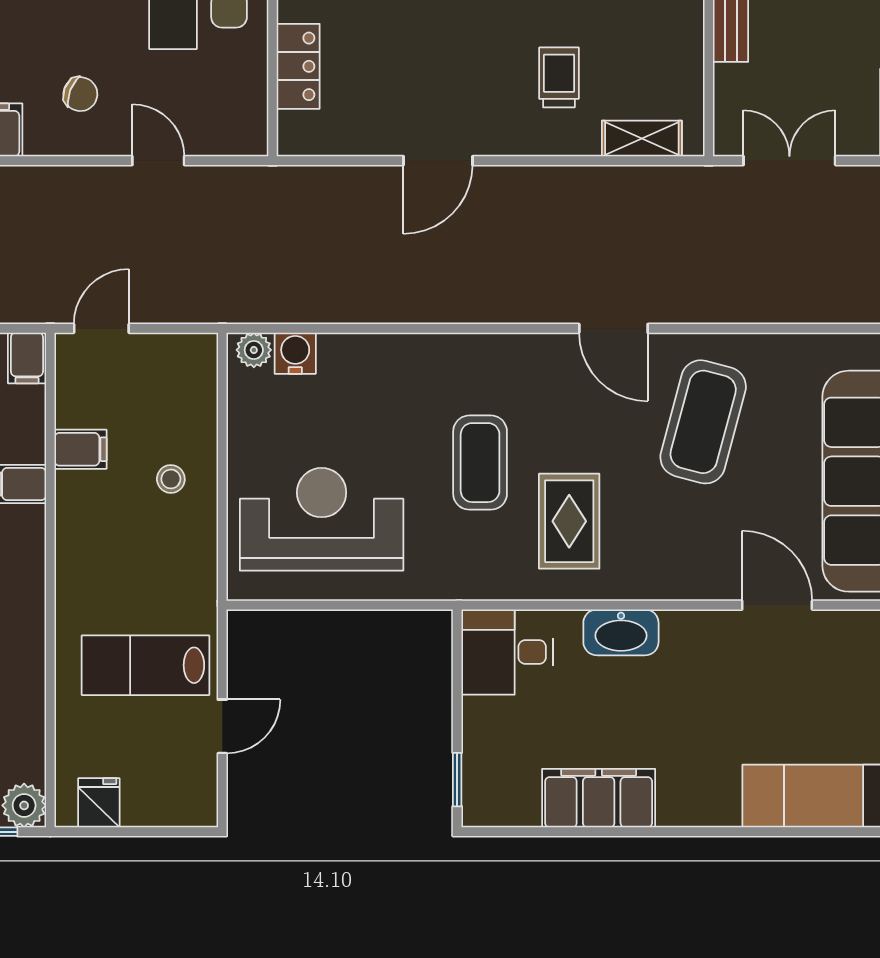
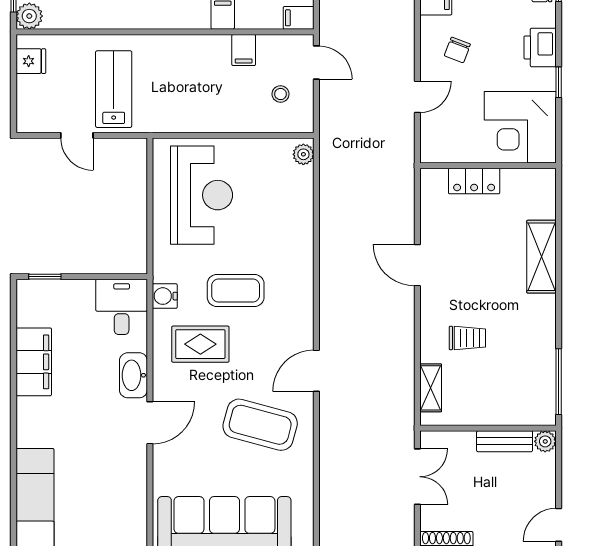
water cooler: (295, 353) -> (165, 296), moved, turned 180
stool: (171, 479) -> (281, 94), moved
door: (777, 605) -> (150, 423), moved

